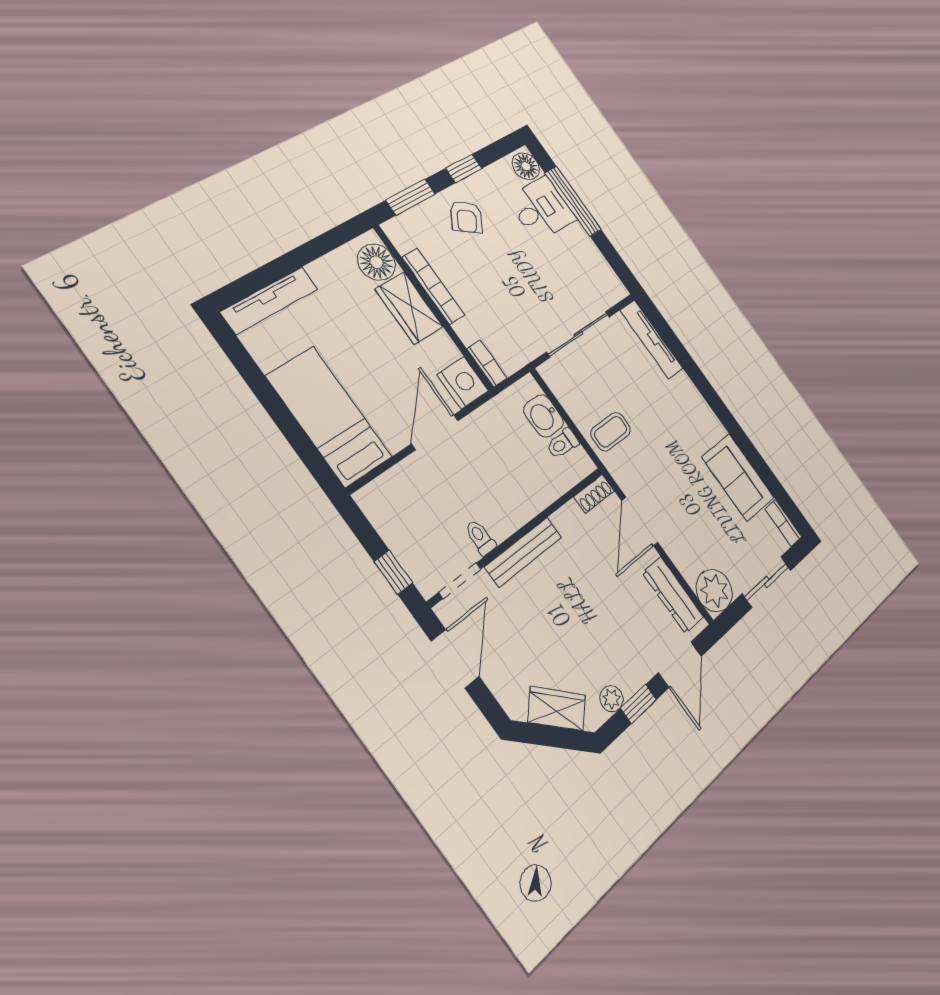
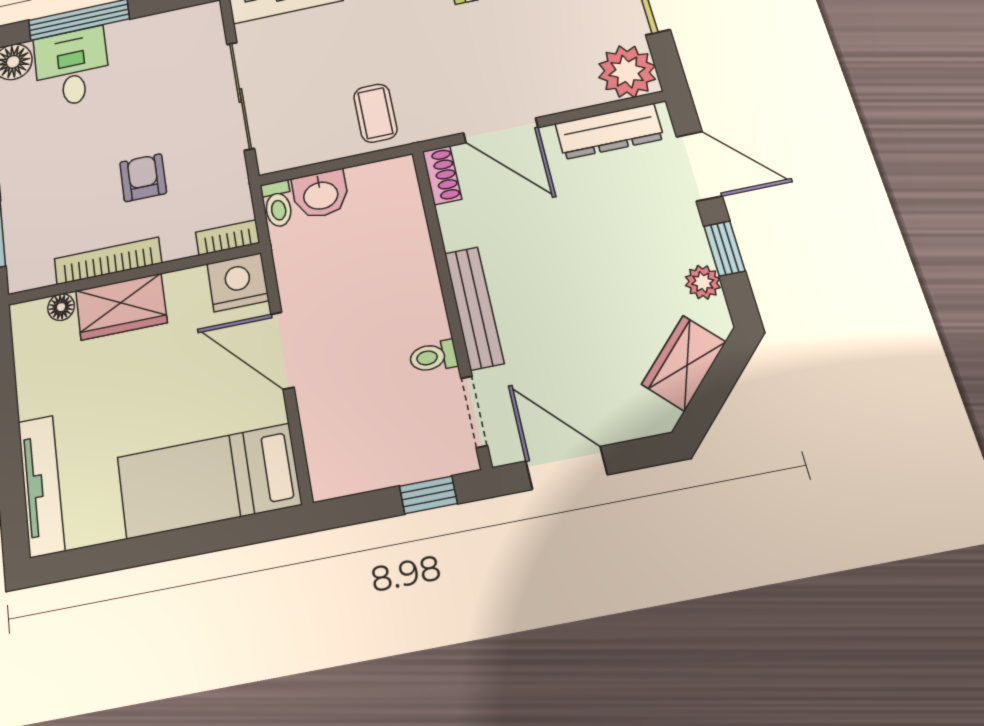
armchair: (466, 217) -> (143, 178), moved, turned -123
floor lamp: (377, 262) -> (61, 307), width x0.53, depth x0.53
toilet: (562, 444) -> (278, 204), moved

